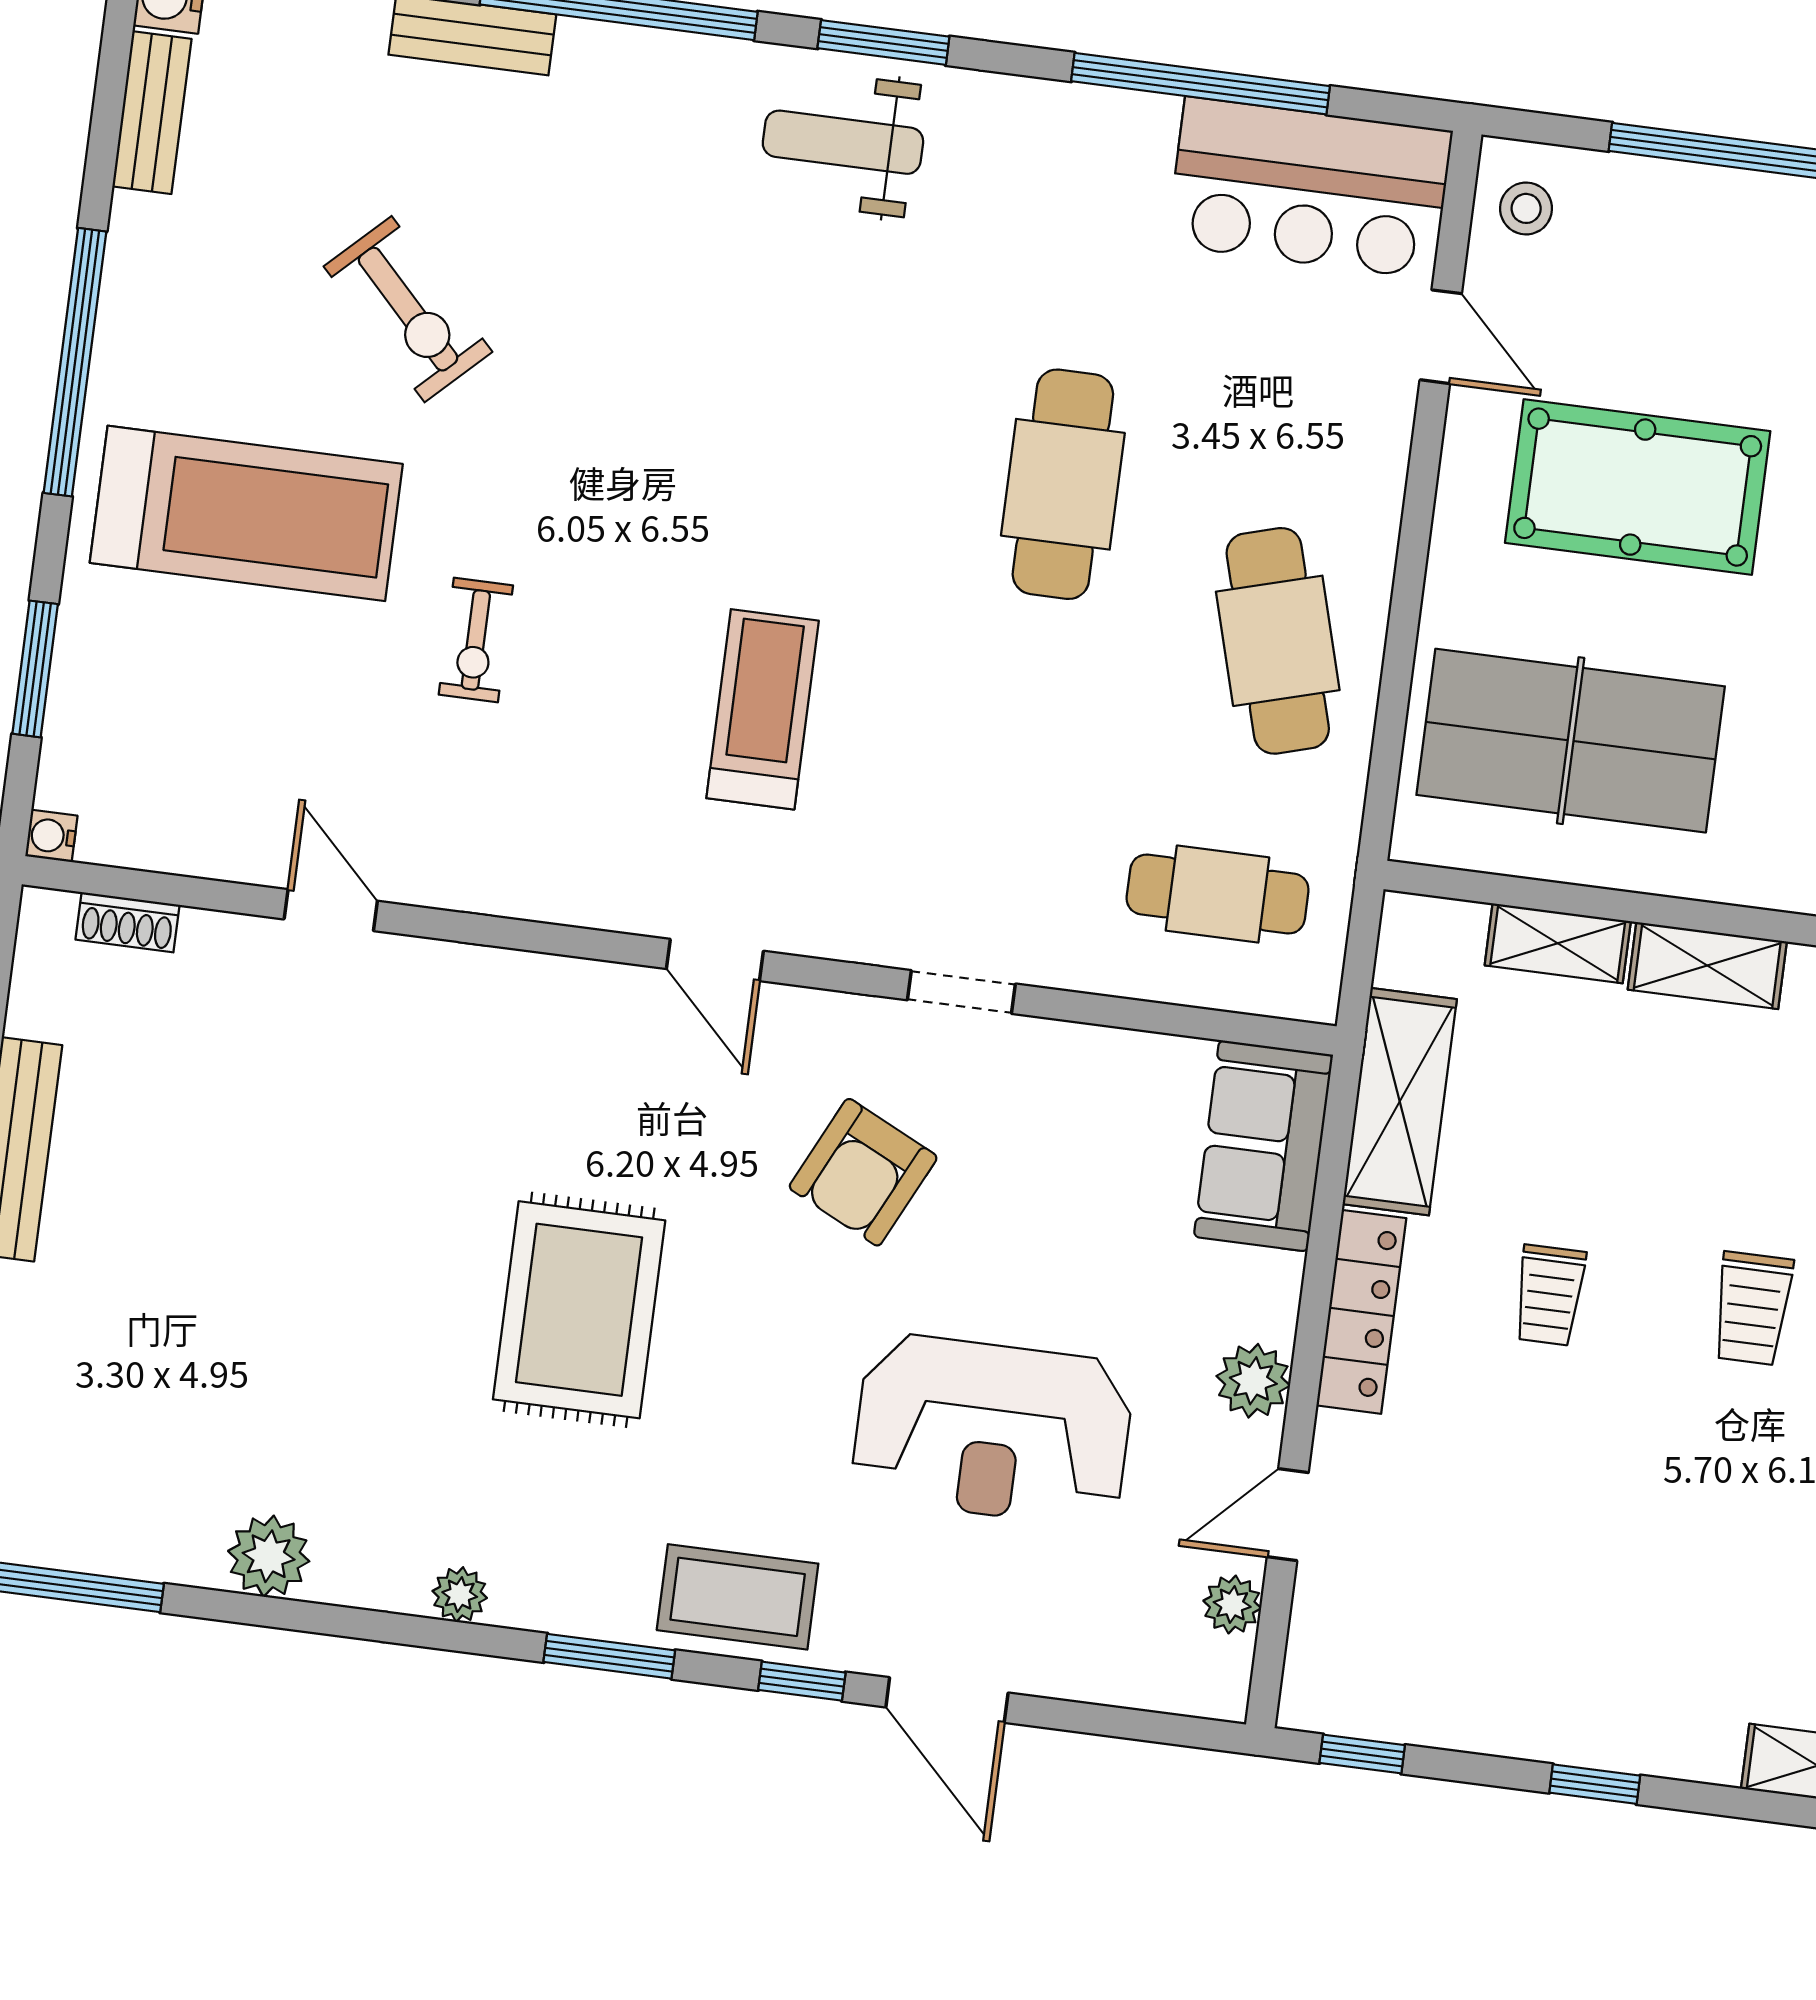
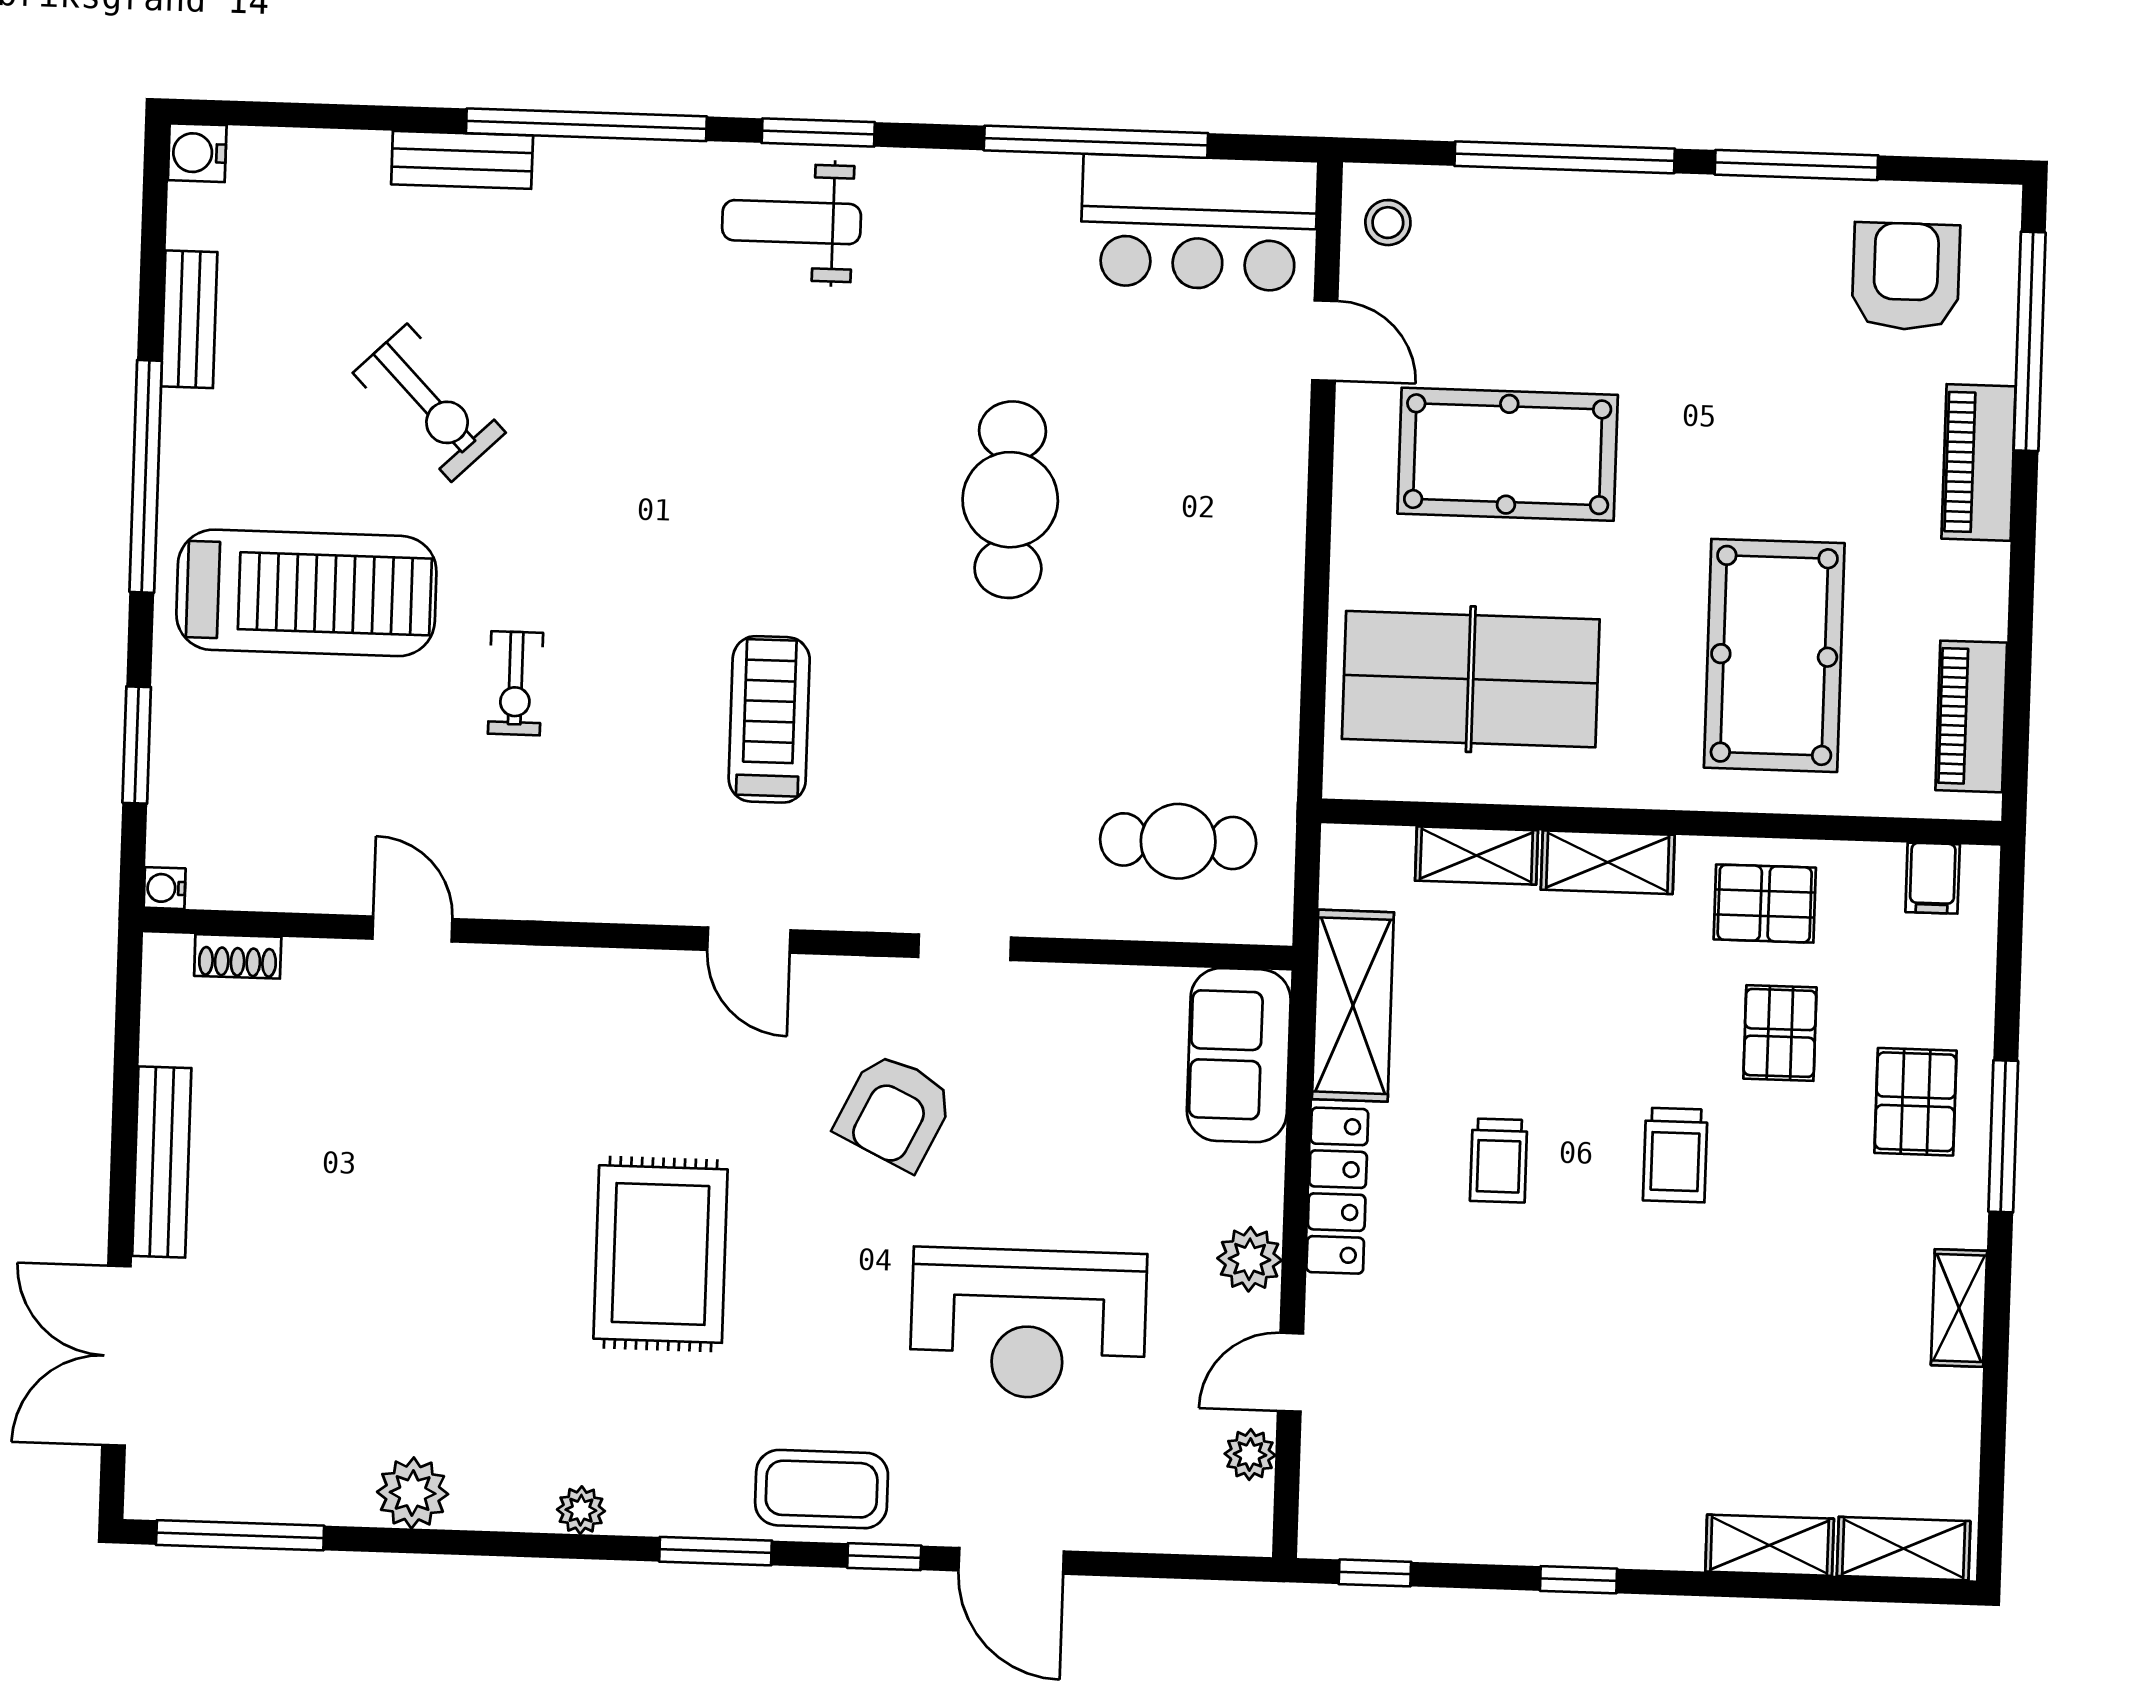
bench: (152, 113) -> (189, 319), moved
cafe table: (1278, 641) -> (1209, 617), removed

